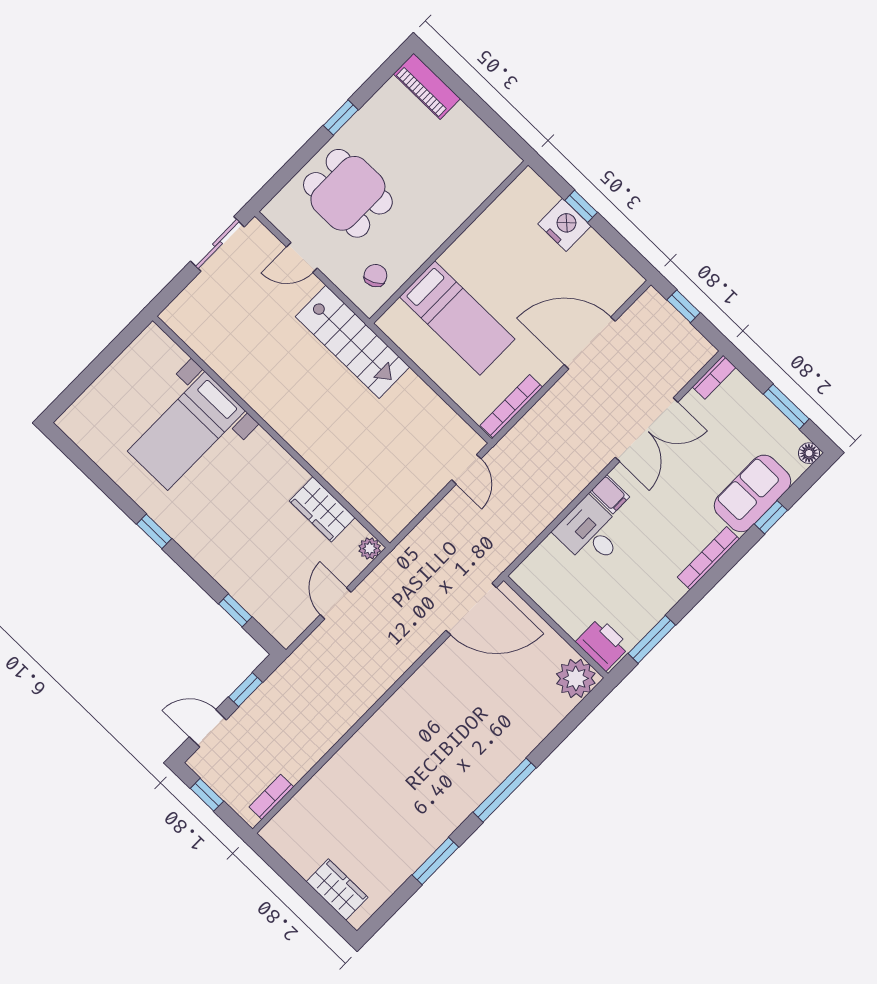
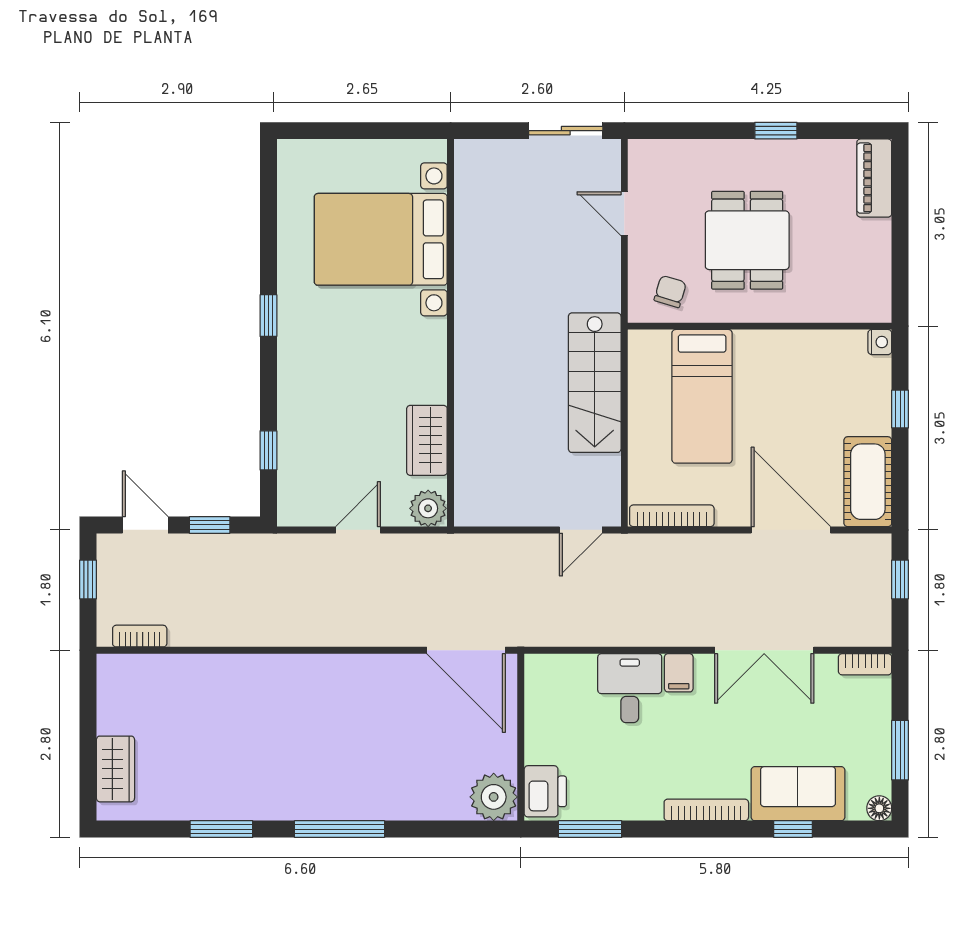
dining table: (348, 193) -> (747, 240), moved
nightstand: (564, 225) -> (880, 342), moved, width x0.53, depth x0.56
cot: (606, 268) -> (868, 482), added
chair: (375, 276) -> (670, 292), turned -45
stairs: (353, 342) -> (595, 383), moved
bed with nightstands: (186, 431) -> (381, 239), width x1.36
plant: (370, 548) -> (428, 508), width x1.38, depth x1.38

